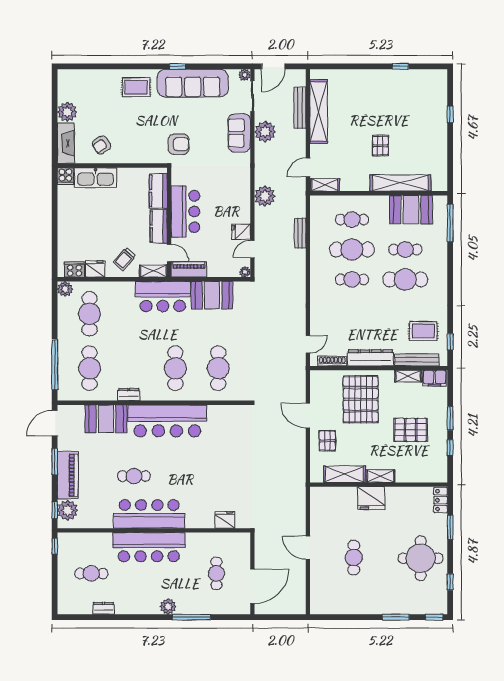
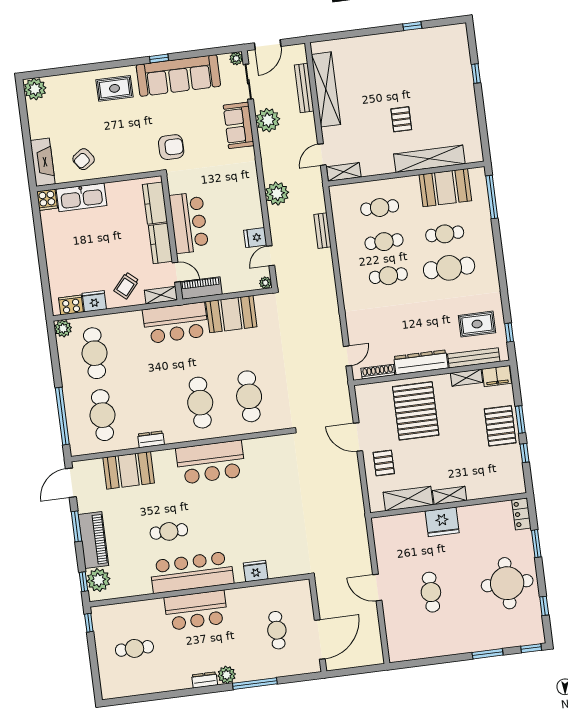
plant: (67, 112) -> (35, 89), moved
cafe table: (352, 249) -> (384, 242), width x0.73, depth x0.74
bar counter: (167, 421) -> (211, 462), width x0.73
pallet: (411, 430) -> (500, 426), moved, turned 90
fridge: (225, 520) -> (256, 571), moved
bar counter: (149, 547) -> (196, 610), width x0.73
dresser: (103, 608) -> (205, 680), moved

